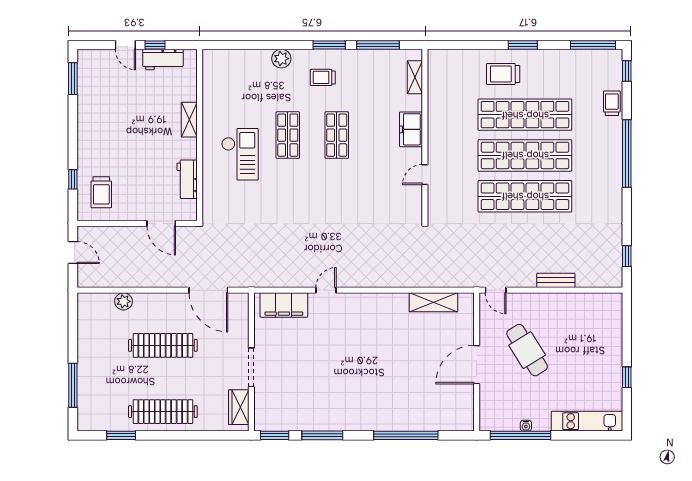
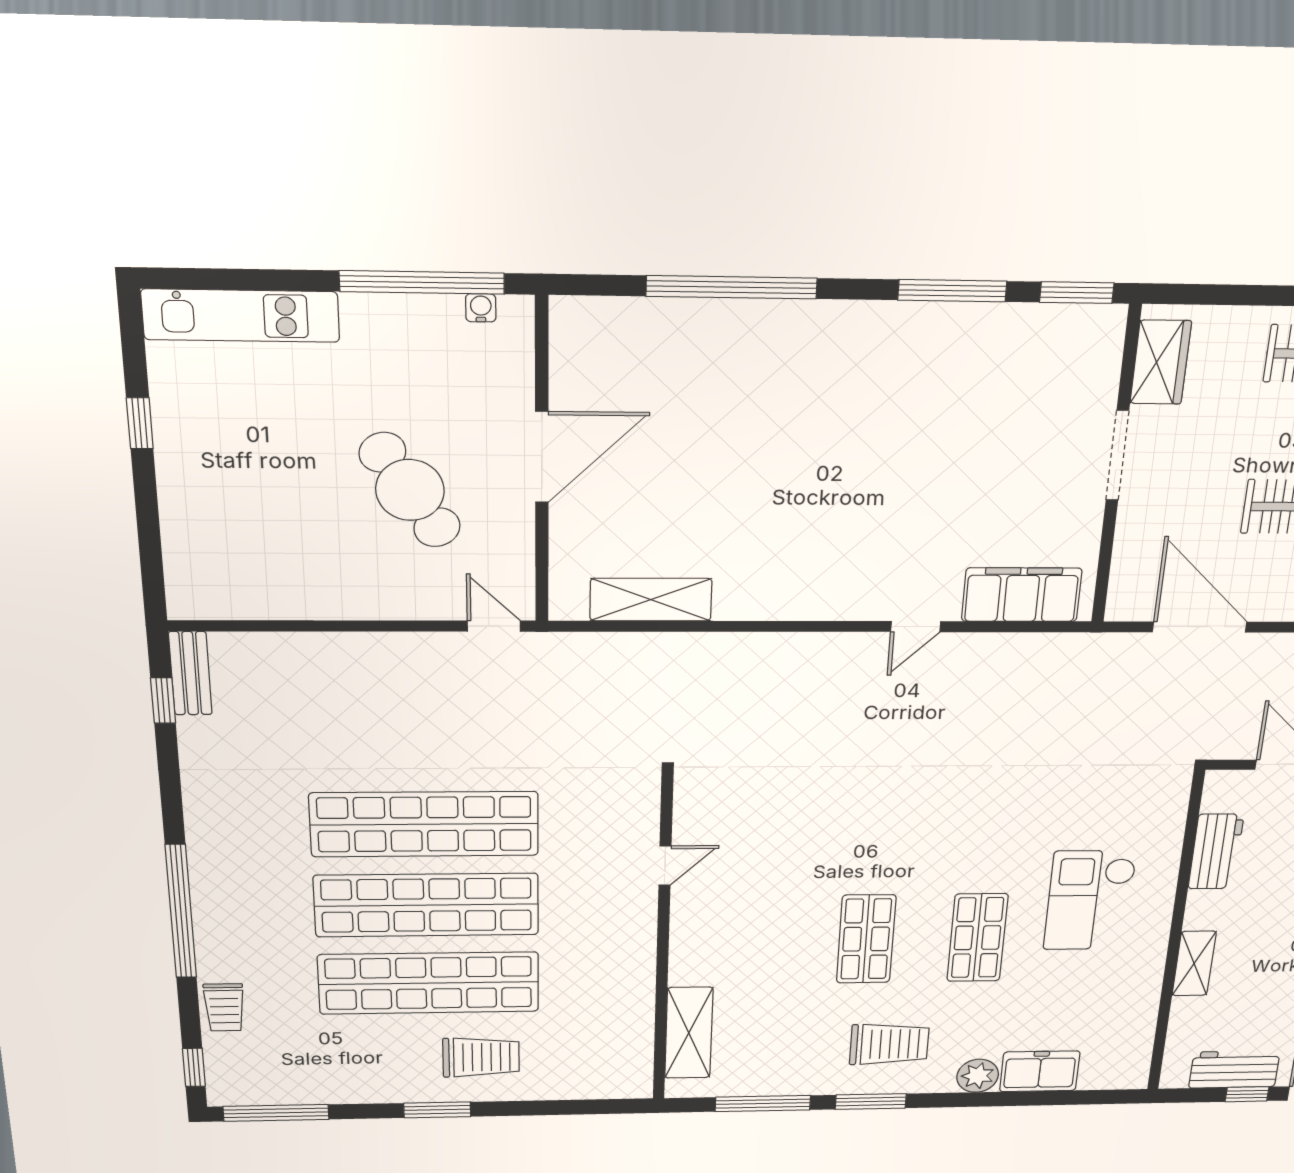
trolley: (323, 77) -> (889, 1044), width x1.36, depth x1.39
shelving: (415, 77) -> (689, 1033), width x1.50, depth x1.33
freezer: (411, 129) -> (1040, 1071), moved, turned -90
bench: (556, 280) -> (190, 673), moved, turned 90
water cooler: (526, 426) -> (481, 308), moved

